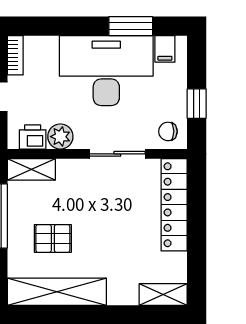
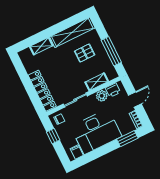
window: (131, 26) -> (127, 139), moved
shelving: (31, 169) -> (97, 82), moved
shelving: (163, 294) -> (41, 46), moved

